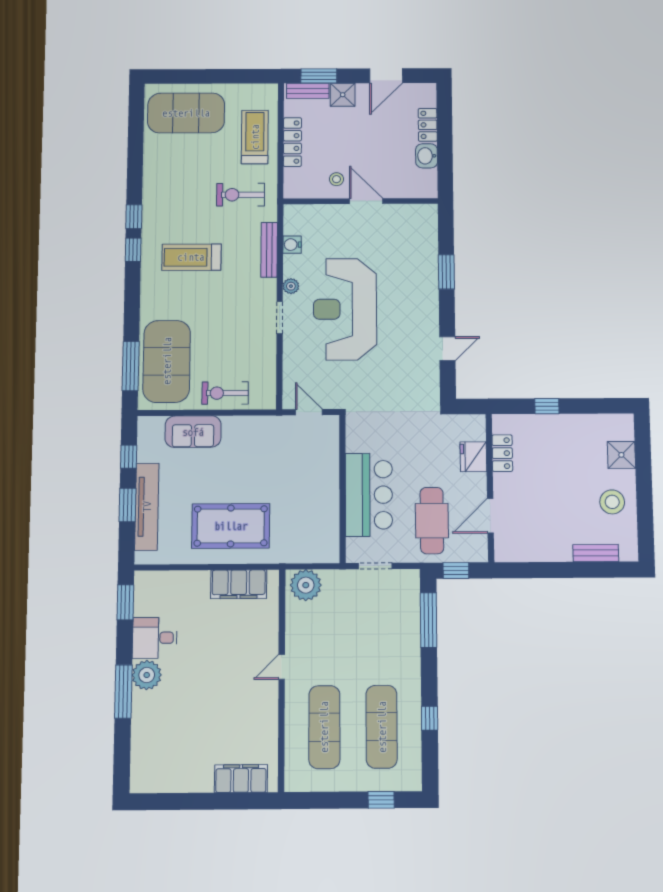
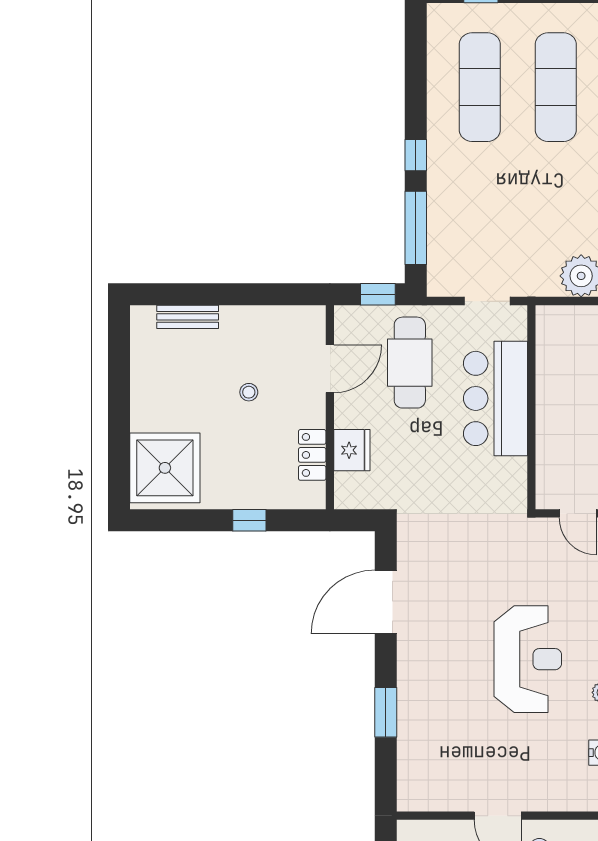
reception desk: (345, 309) -> (528, 659), width x0.74, depth x0.77
door: (447, 349) -> (386, 602), width x1.88
shower: (621, 455) -> (165, 468), width x1.86, depth x1.86
stool: (612, 502) -> (249, 392), moved, width x0.53, depth x0.53
window: (430, 718) -> (416, 155), moved

